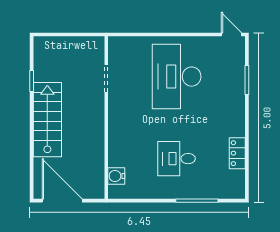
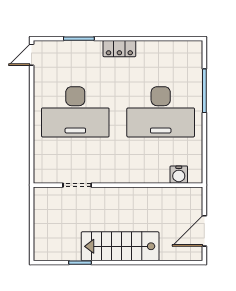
locker: (237, 153) -> (119, 49), moved
desk: (177, 159) -> (161, 112), width x1.87, depth x1.30
door: (62, 201) -> (204, 231), width x0.73

